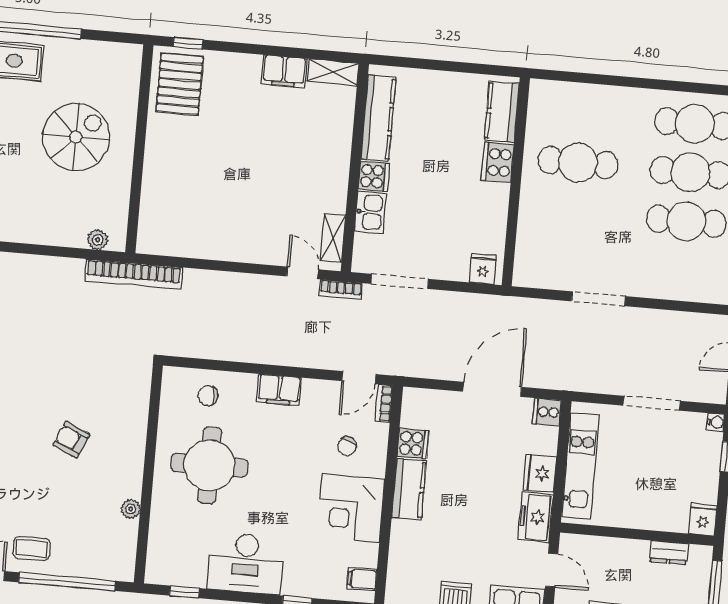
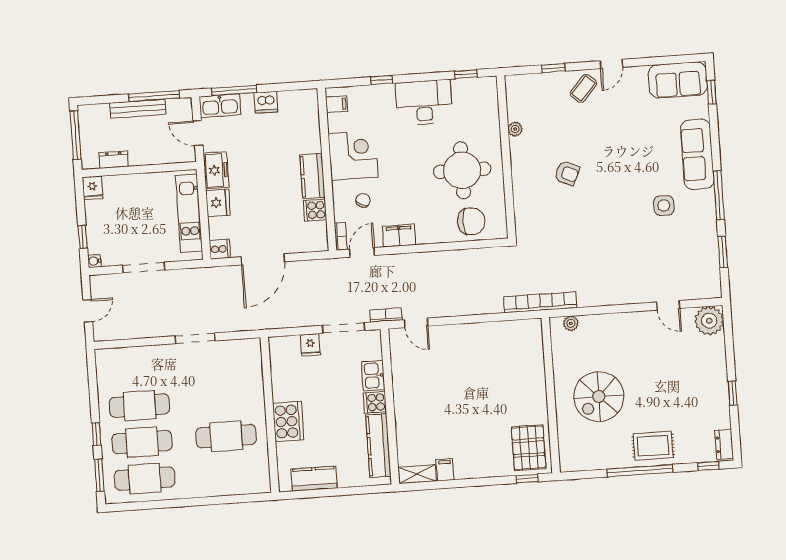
filing cabinet: (284, 71) -> (445, 470), width x0.50
kitchen counter: (502, 112) -> (314, 479), moved, turned -90
cooker: (498, 162) -> (288, 422), width x1.37, depth x1.31
shelving: (333, 238) -> (398, 352), removed
fridge: (483, 269) -> (310, 345), moved
filing cabinet: (279, 390) -> (399, 235), moved
chair: (208, 396) -> (471, 221), width x1.87, depth x1.87
coffee table: (32, 548) -> (583, 88), turned -49
window: (67, 582) -> (553, 68), width x0.32

